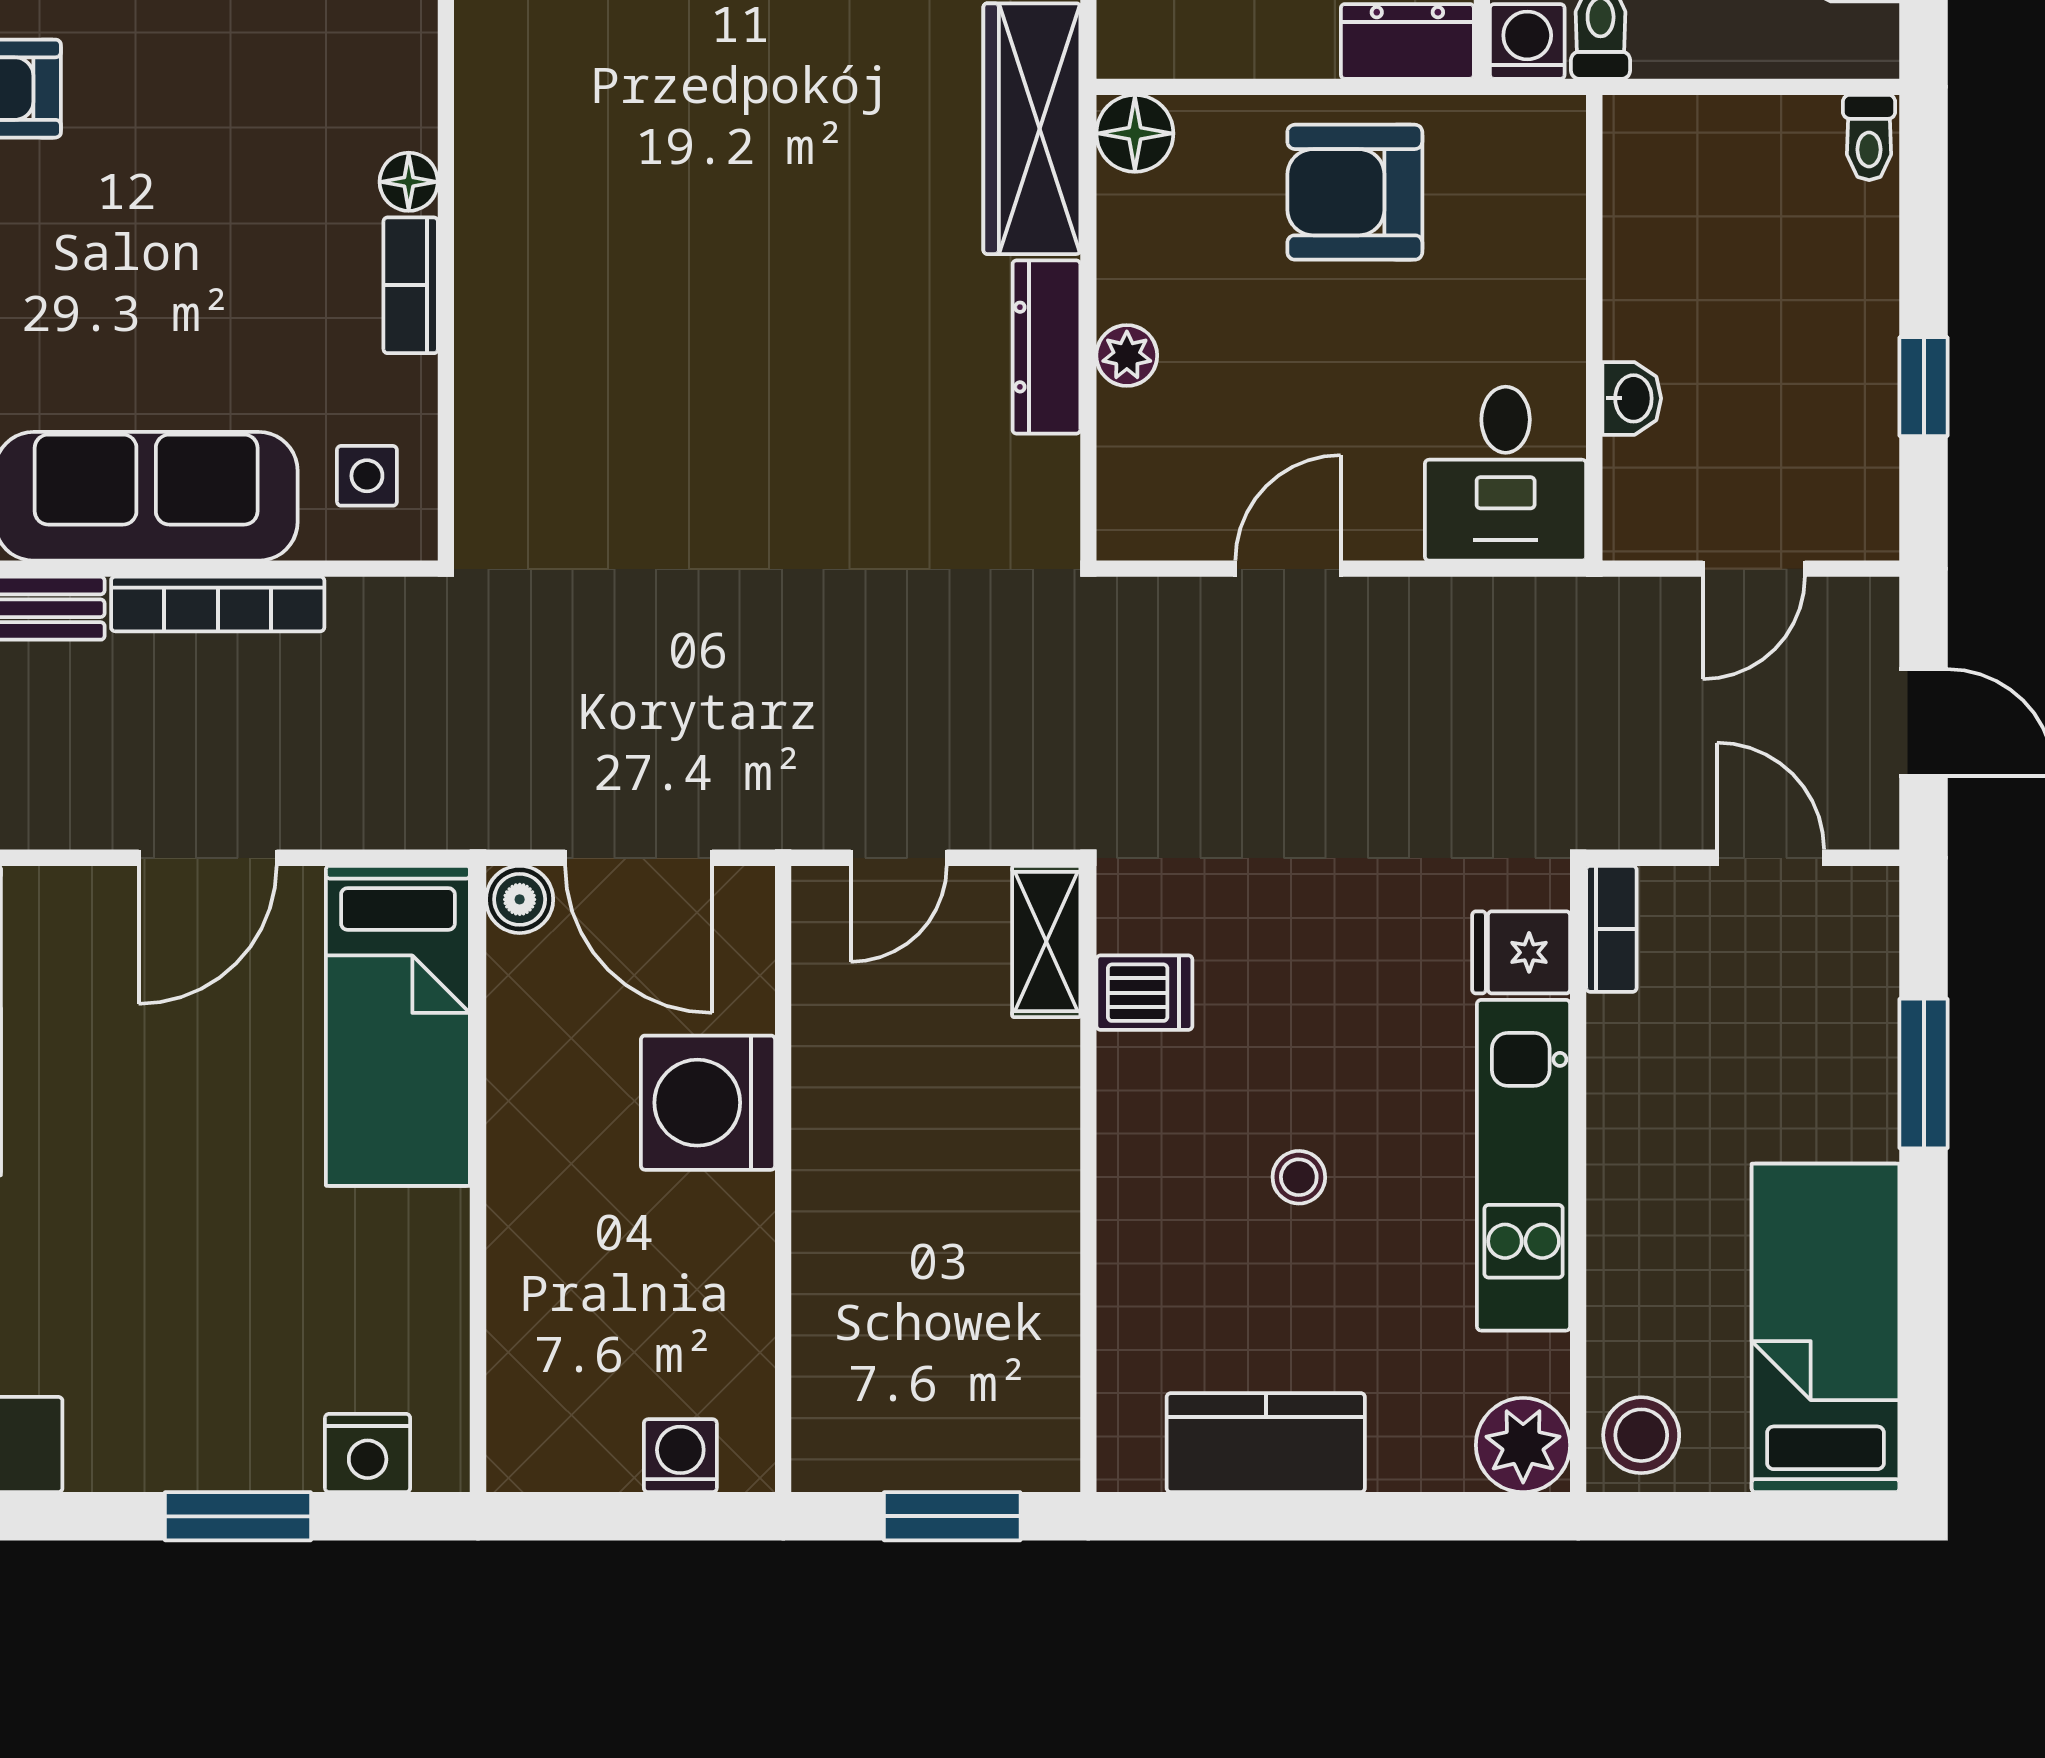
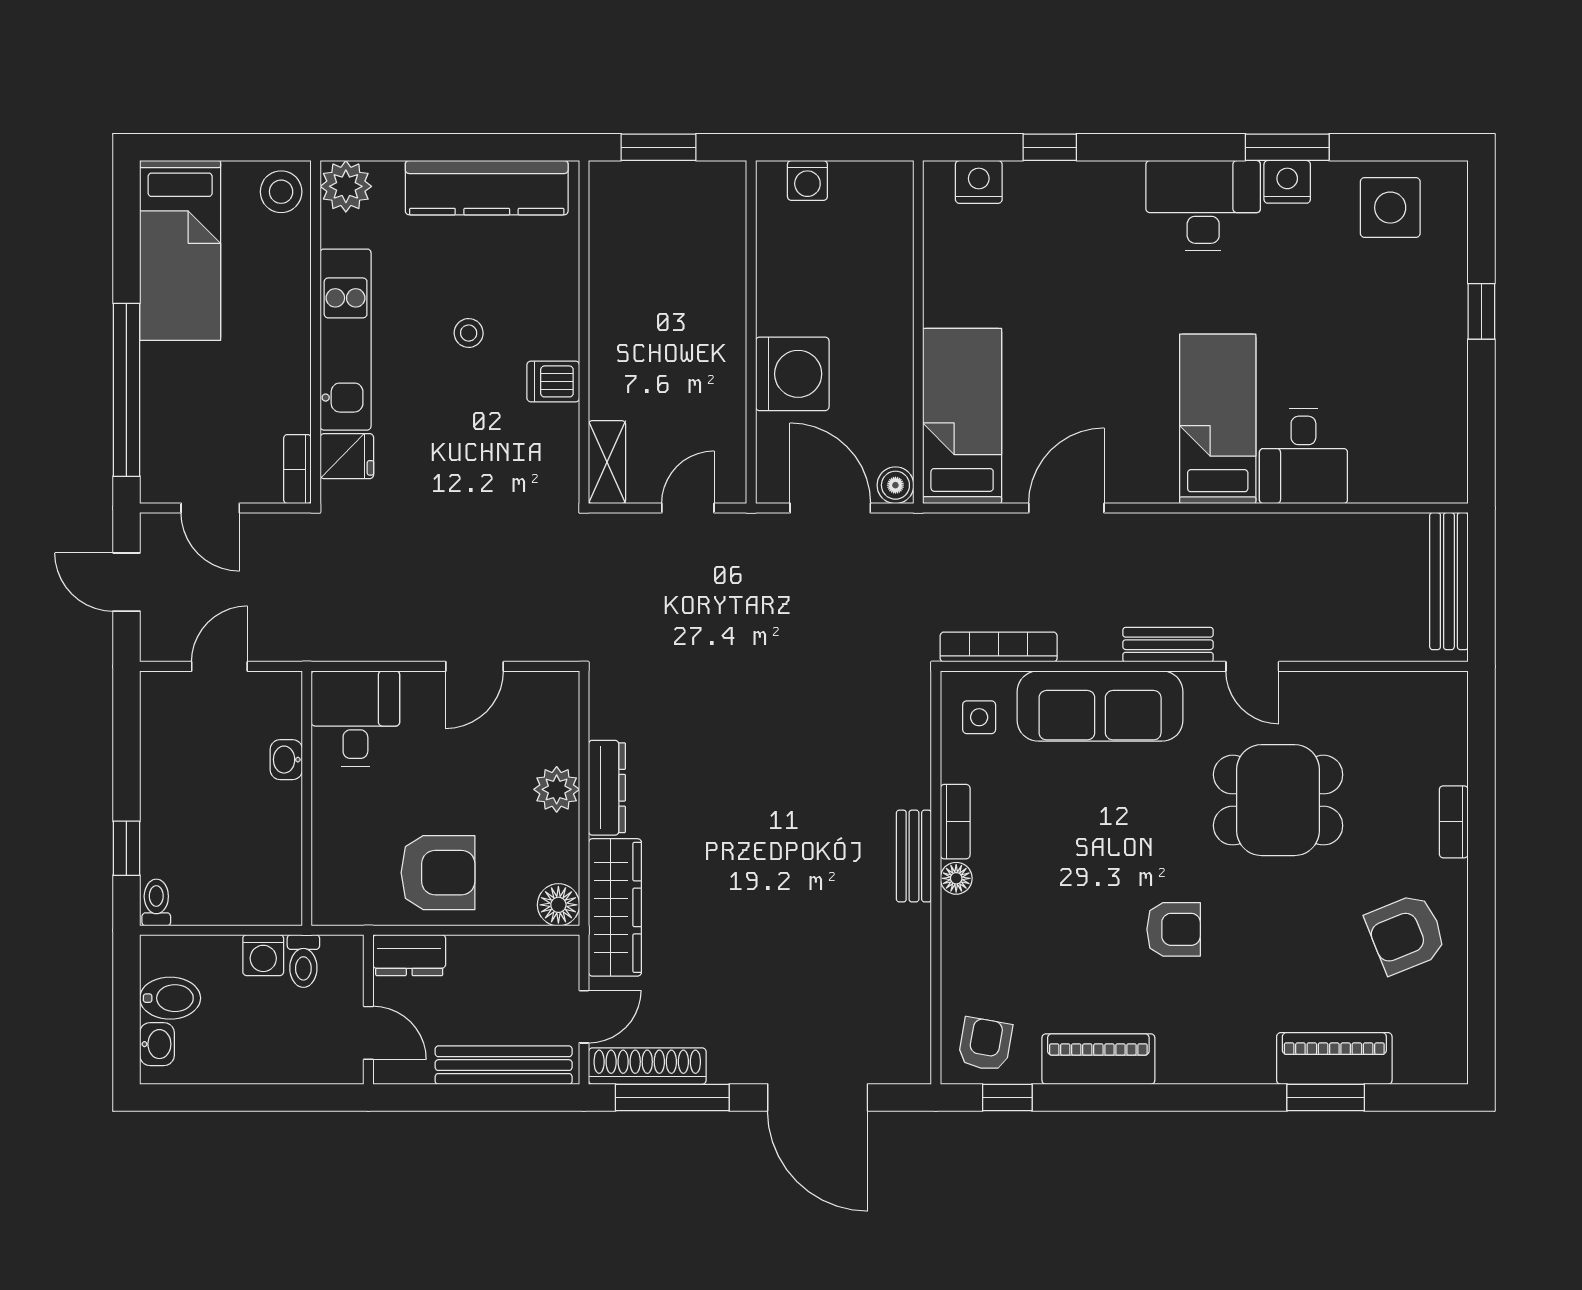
washing machine: (1527, 41) -> (263, 955), moved
bench: (486, 222) -> (914, 856), added
plant: (1127, 355) -> (557, 789), width x1.38, depth x1.38
window: (1924, 387) -> (126, 848), moved
bookcase: (218, 604) -> (999, 647), moved
dishwasher: (1144, 993) -> (553, 381), moved
window: (1924, 1073) -> (126, 390), width x2.11
kitchen counter: (1266, 1443) -> (487, 188), width x1.50
window: (238, 1516) -> (1050, 147), width x0.67

